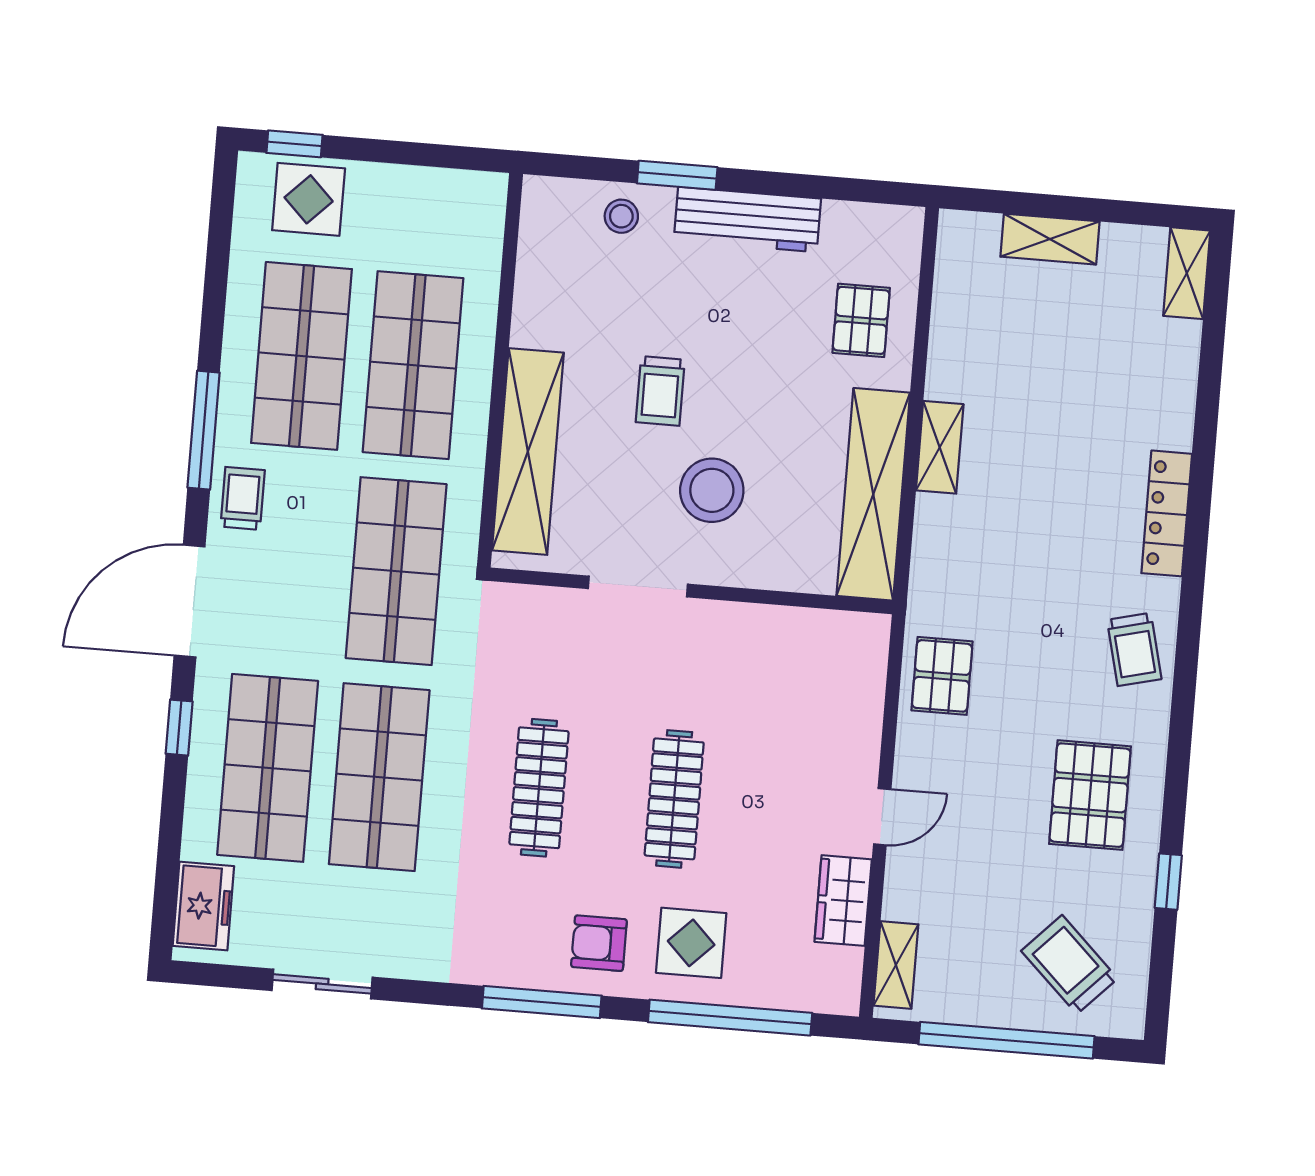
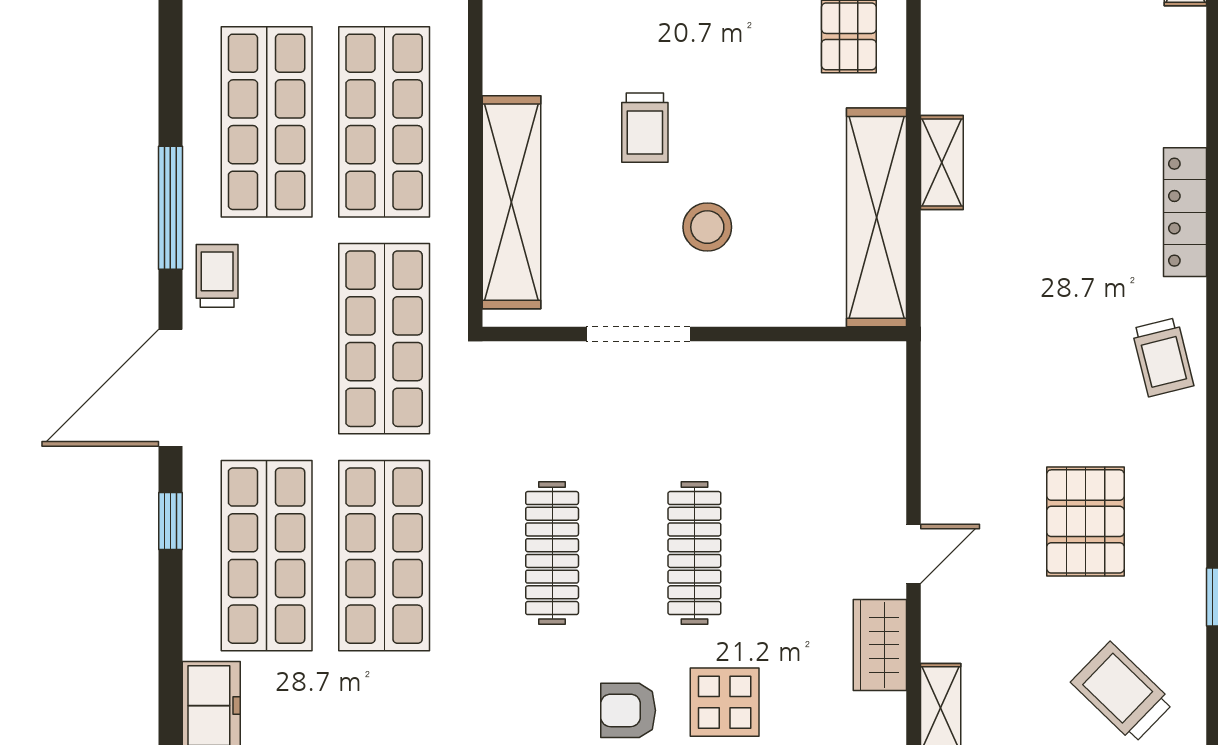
stool: (712, 490) -> (707, 227), width x0.73, depth x0.73
pallet: (942, 676) -> (964, 401), removed
pallet: (1090, 795) -> (1085, 521), moved

